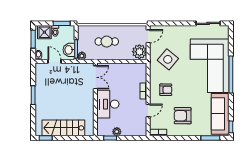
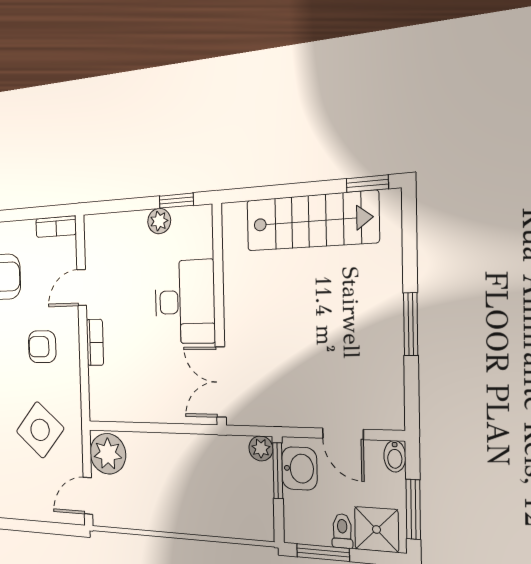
cafe table: (107, 42) -> (193, 488), removed

